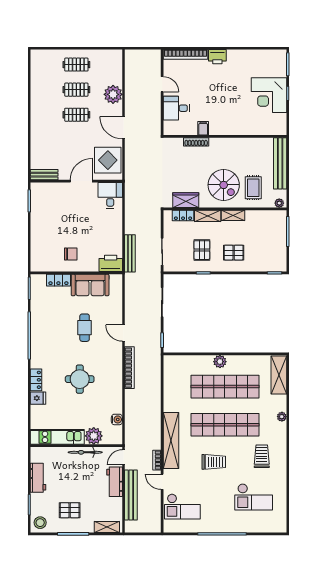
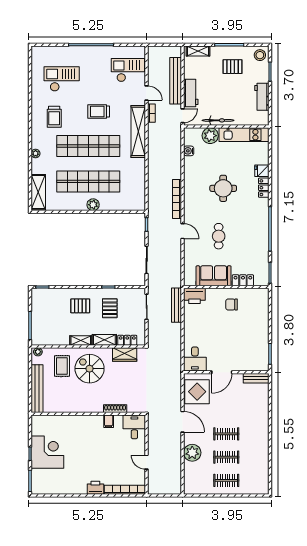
desk: (176, 108) -> (134, 427), moved, turned -90

